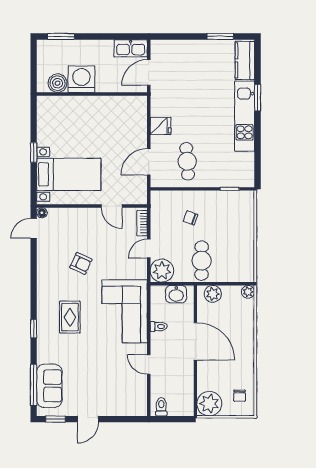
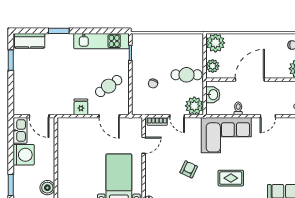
washing machine: (81, 79) -> (24, 155), moved, turned 180
kitchen unit: (245, 116) -> (101, 41), moved
cafe table: (187, 161) -> (109, 86), turned -31
plant: (248, 292) -> (215, 43), width x1.87, depth x1.87

